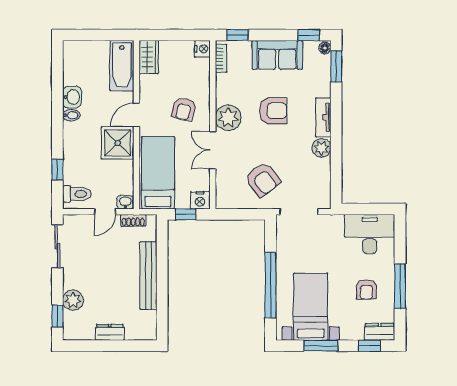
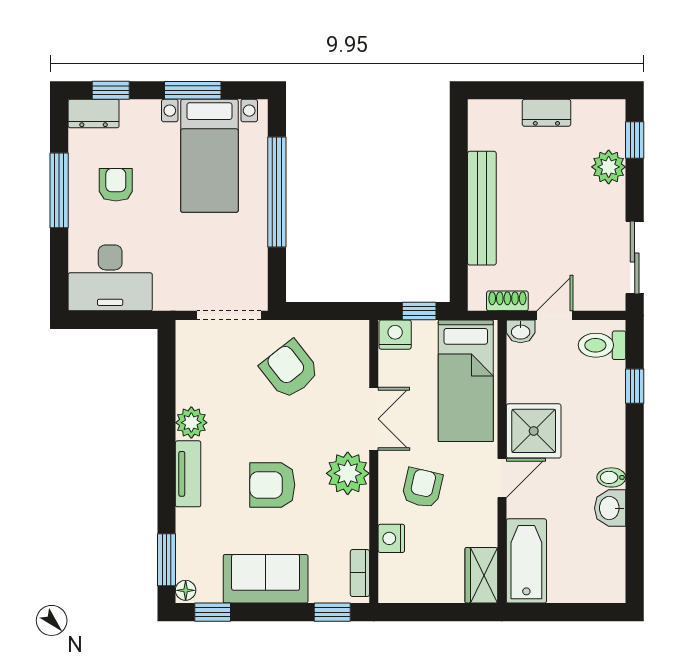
nightstand: (202, 49) -> (391, 538), moved

